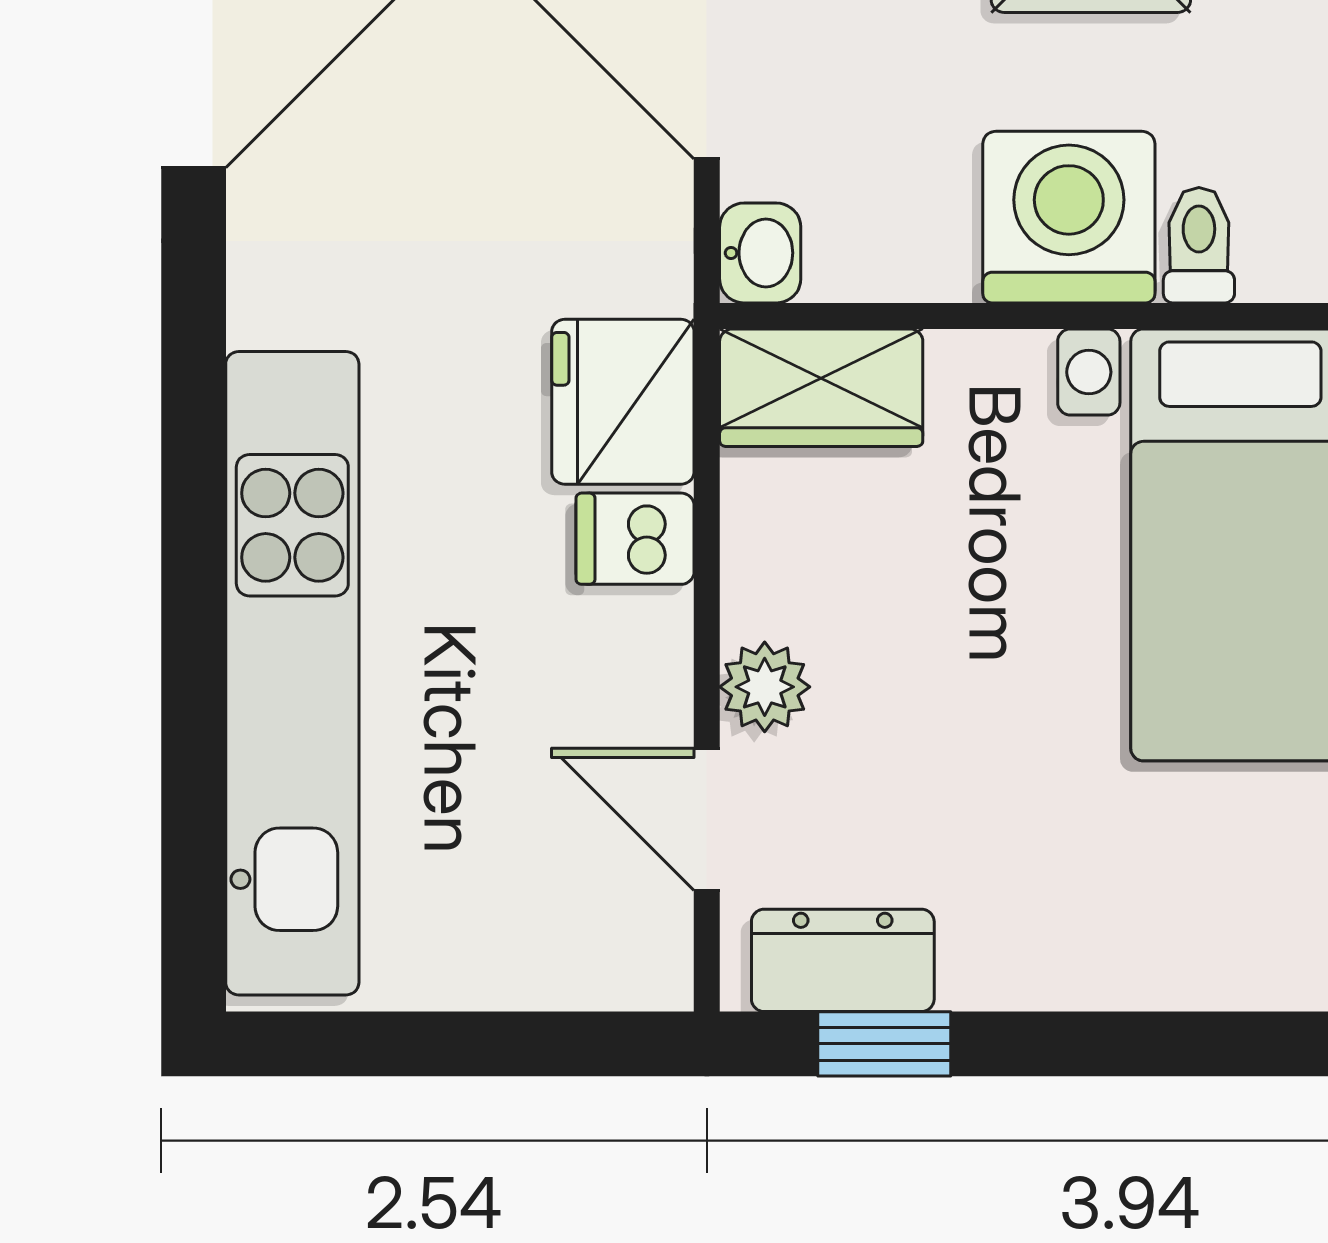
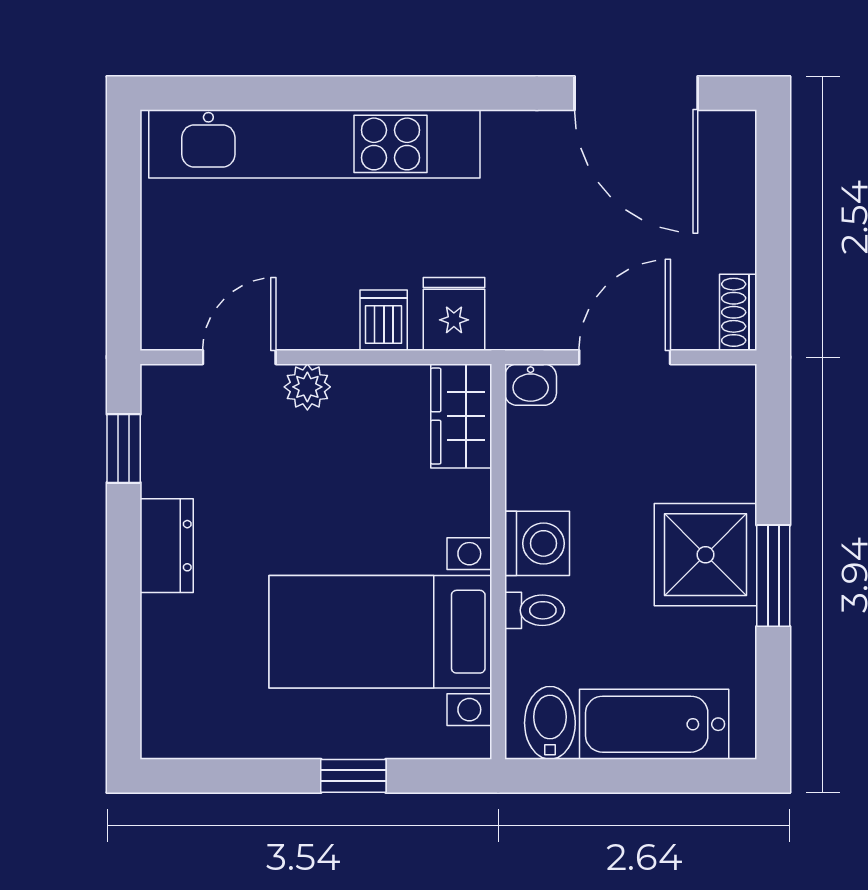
washing machine: (1069, 217) -> (537, 543), width x0.73, depth x0.73
fridge: (623, 402) -> (454, 314), width x0.72
dresser: (843, 960) -> (167, 546), moved

